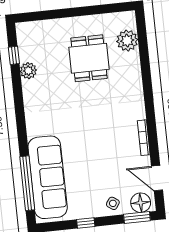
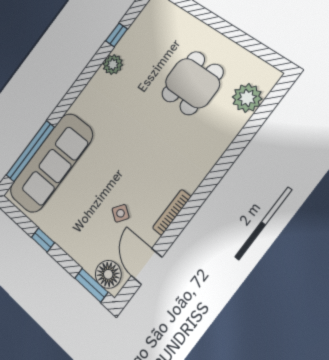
window: (14, 55) -> (117, 35), moved
plant: (28, 71) -> (113, 64), moved
side table: (113, 203) -> (121, 213), moved

